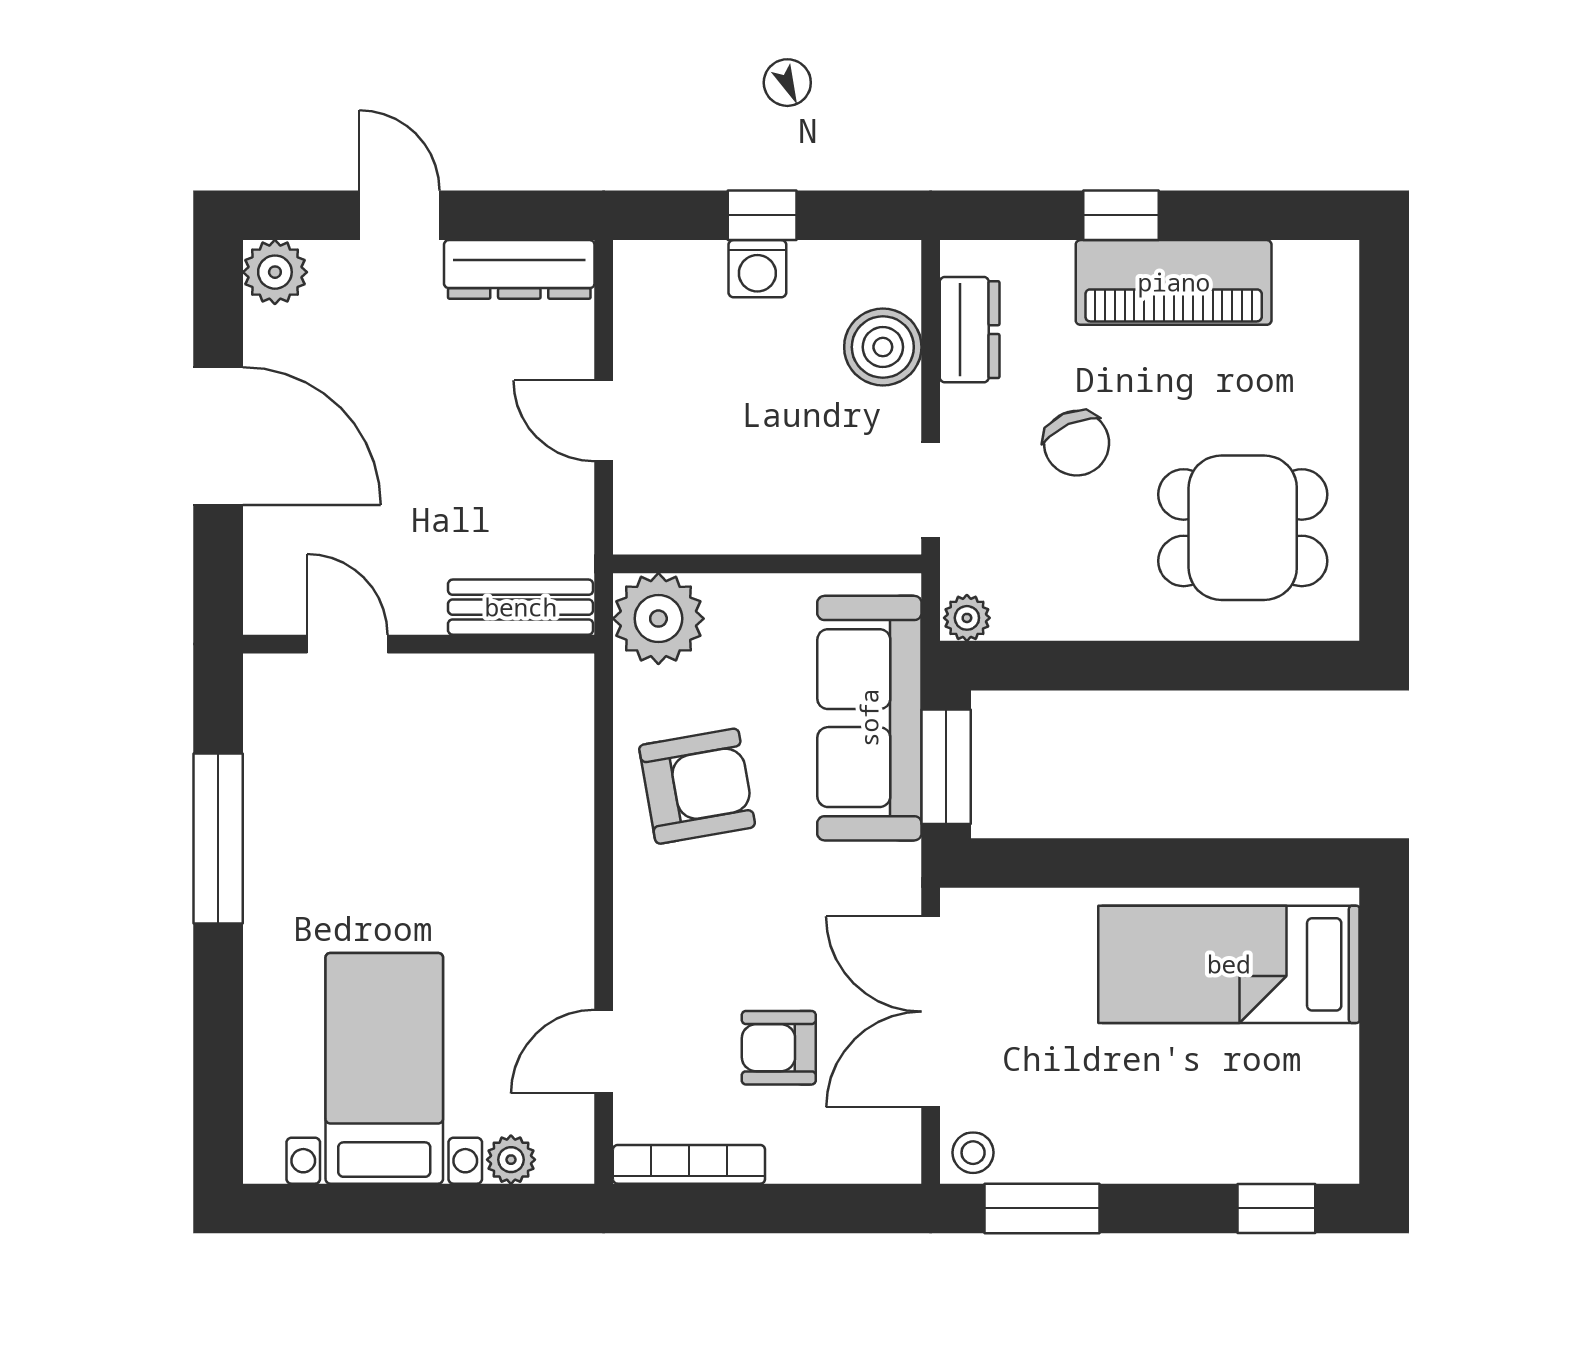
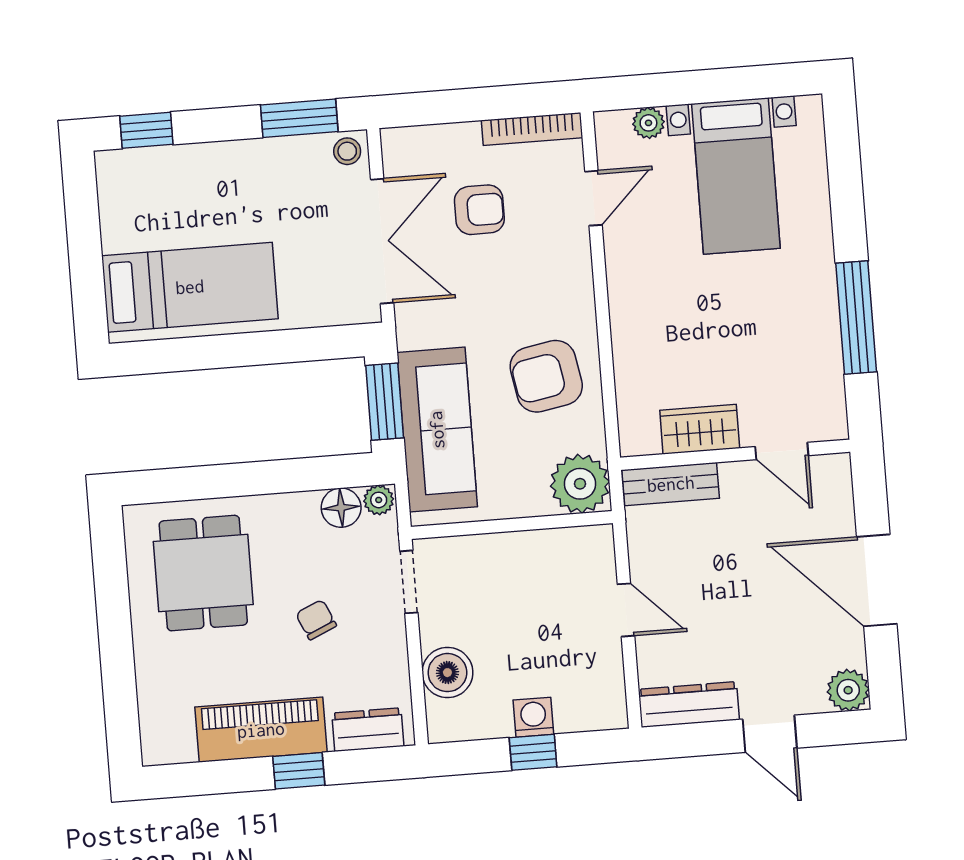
dresser: (970, 330) -> (368, 730), moved, turned 90
chair: (1077, 443) -> (316, 620), width x0.73, depth x0.73
dining table: (1243, 528) -> (203, 573), turned 90
floor lamp: (1025, 611) -> (341, 508), added
wardrobe: (470, 687) -> (700, 429), added

